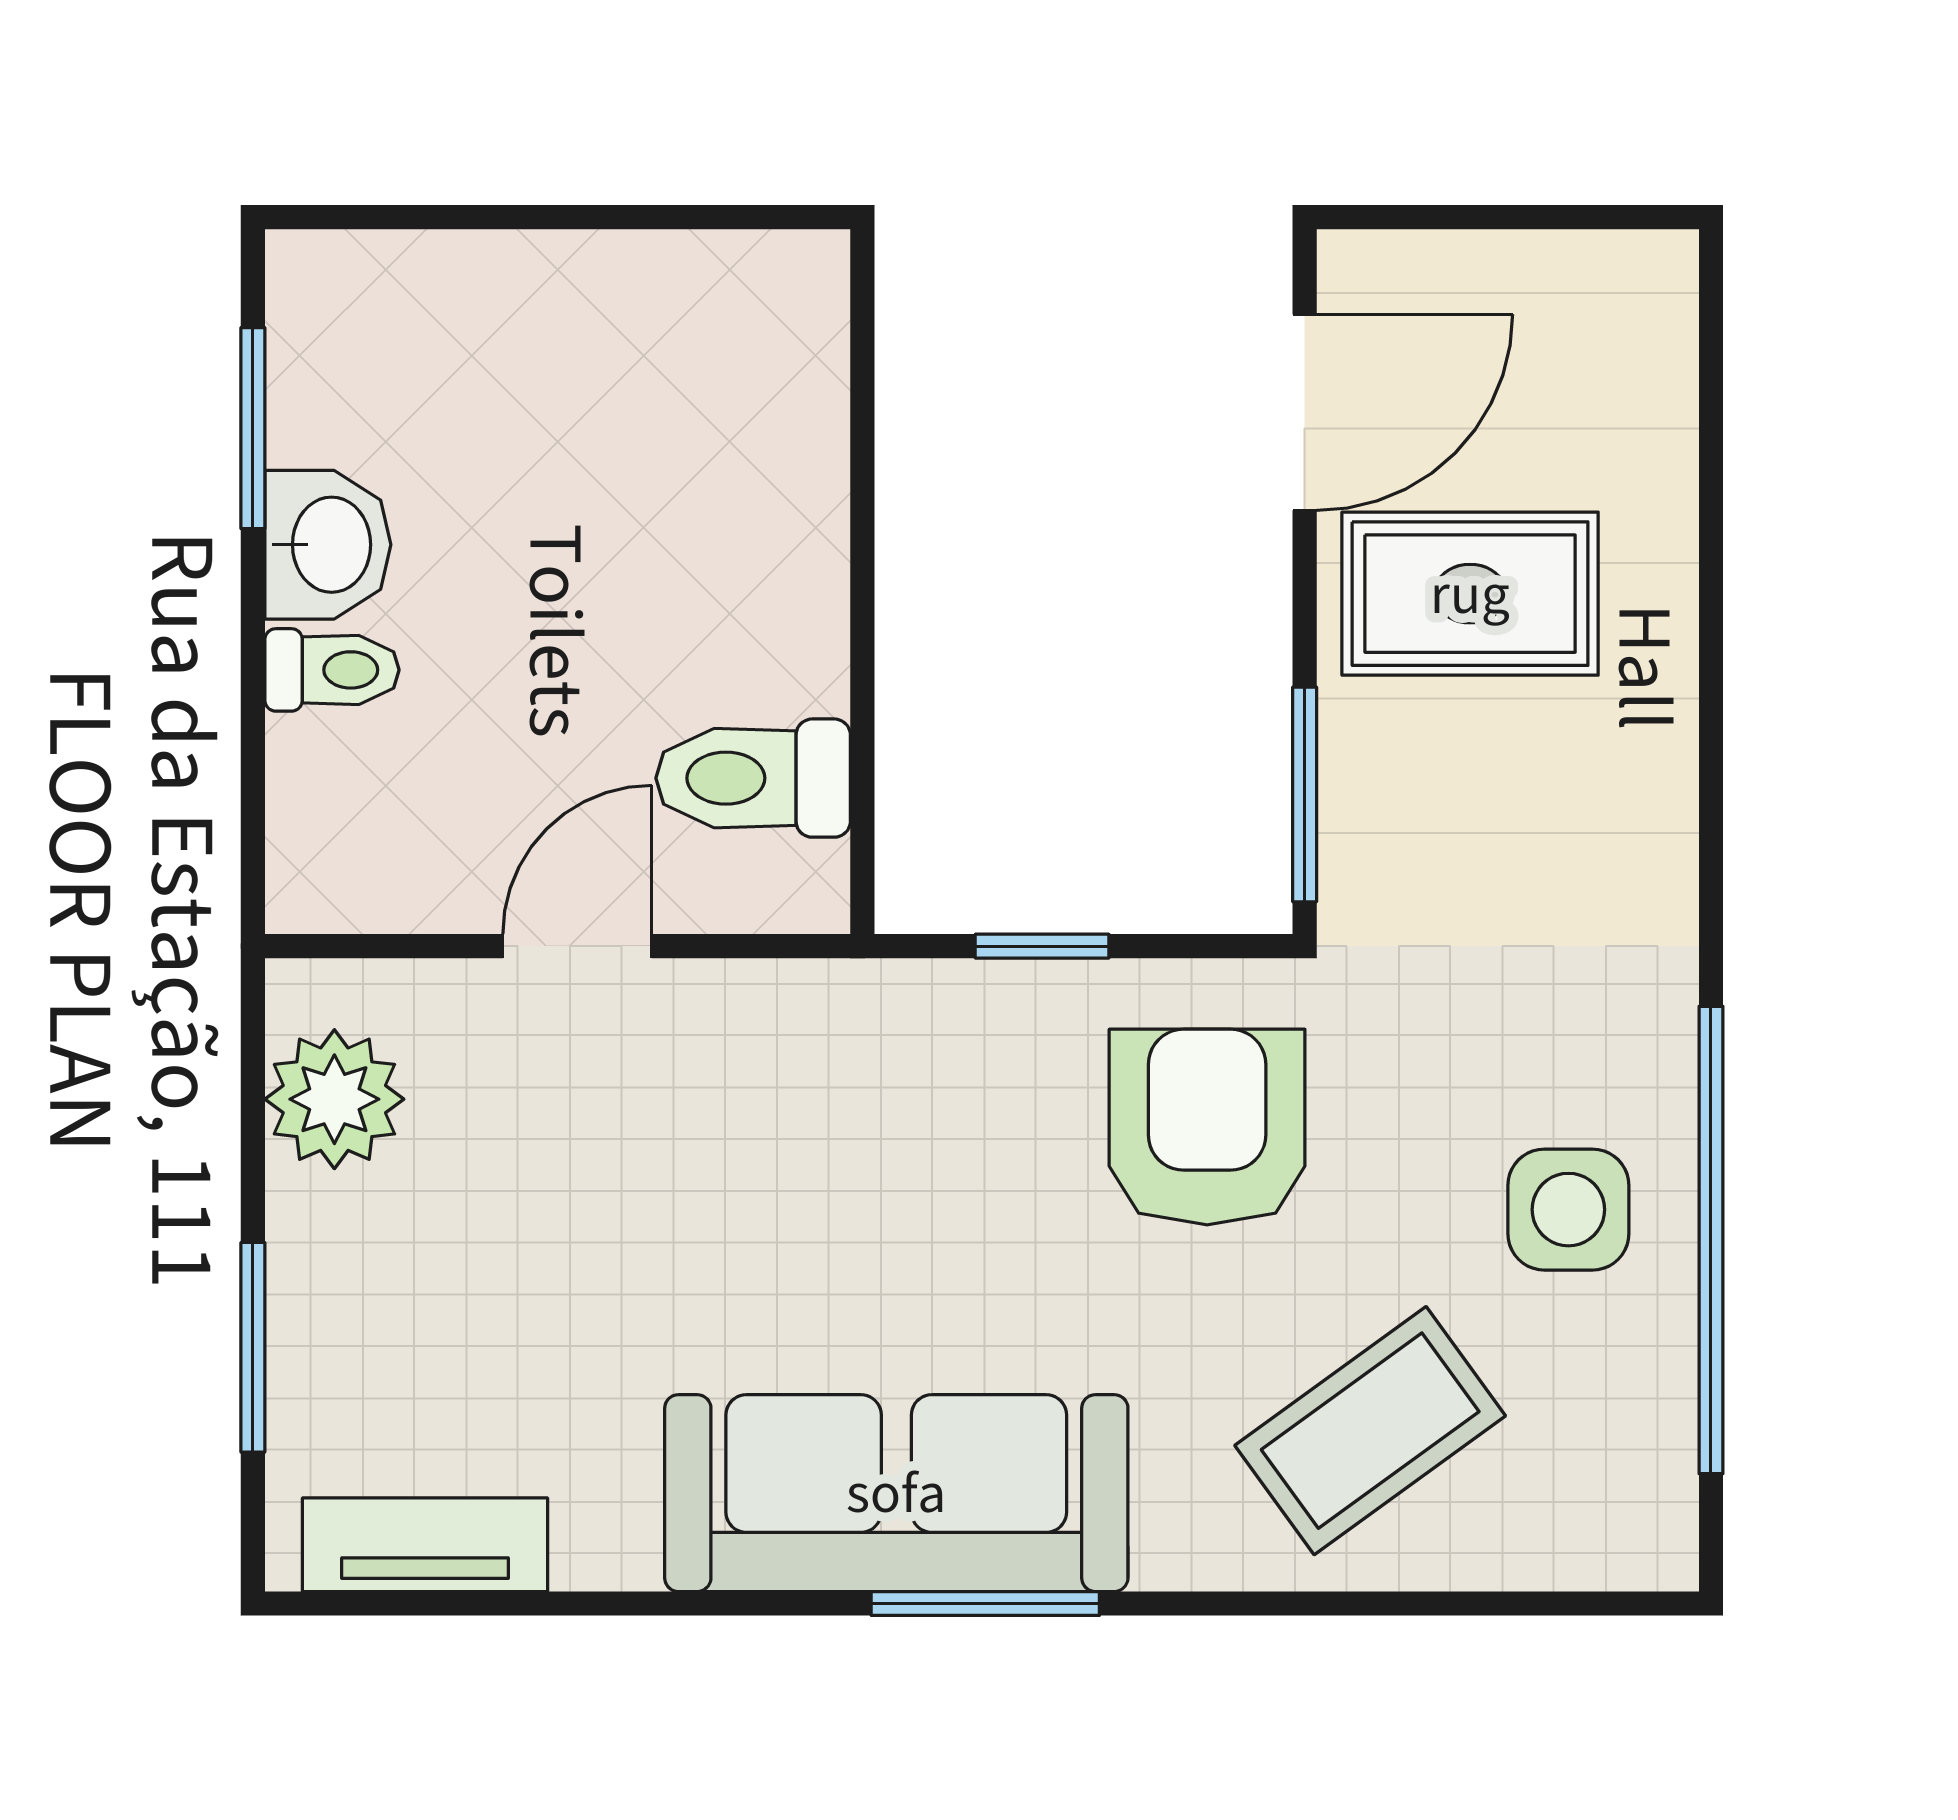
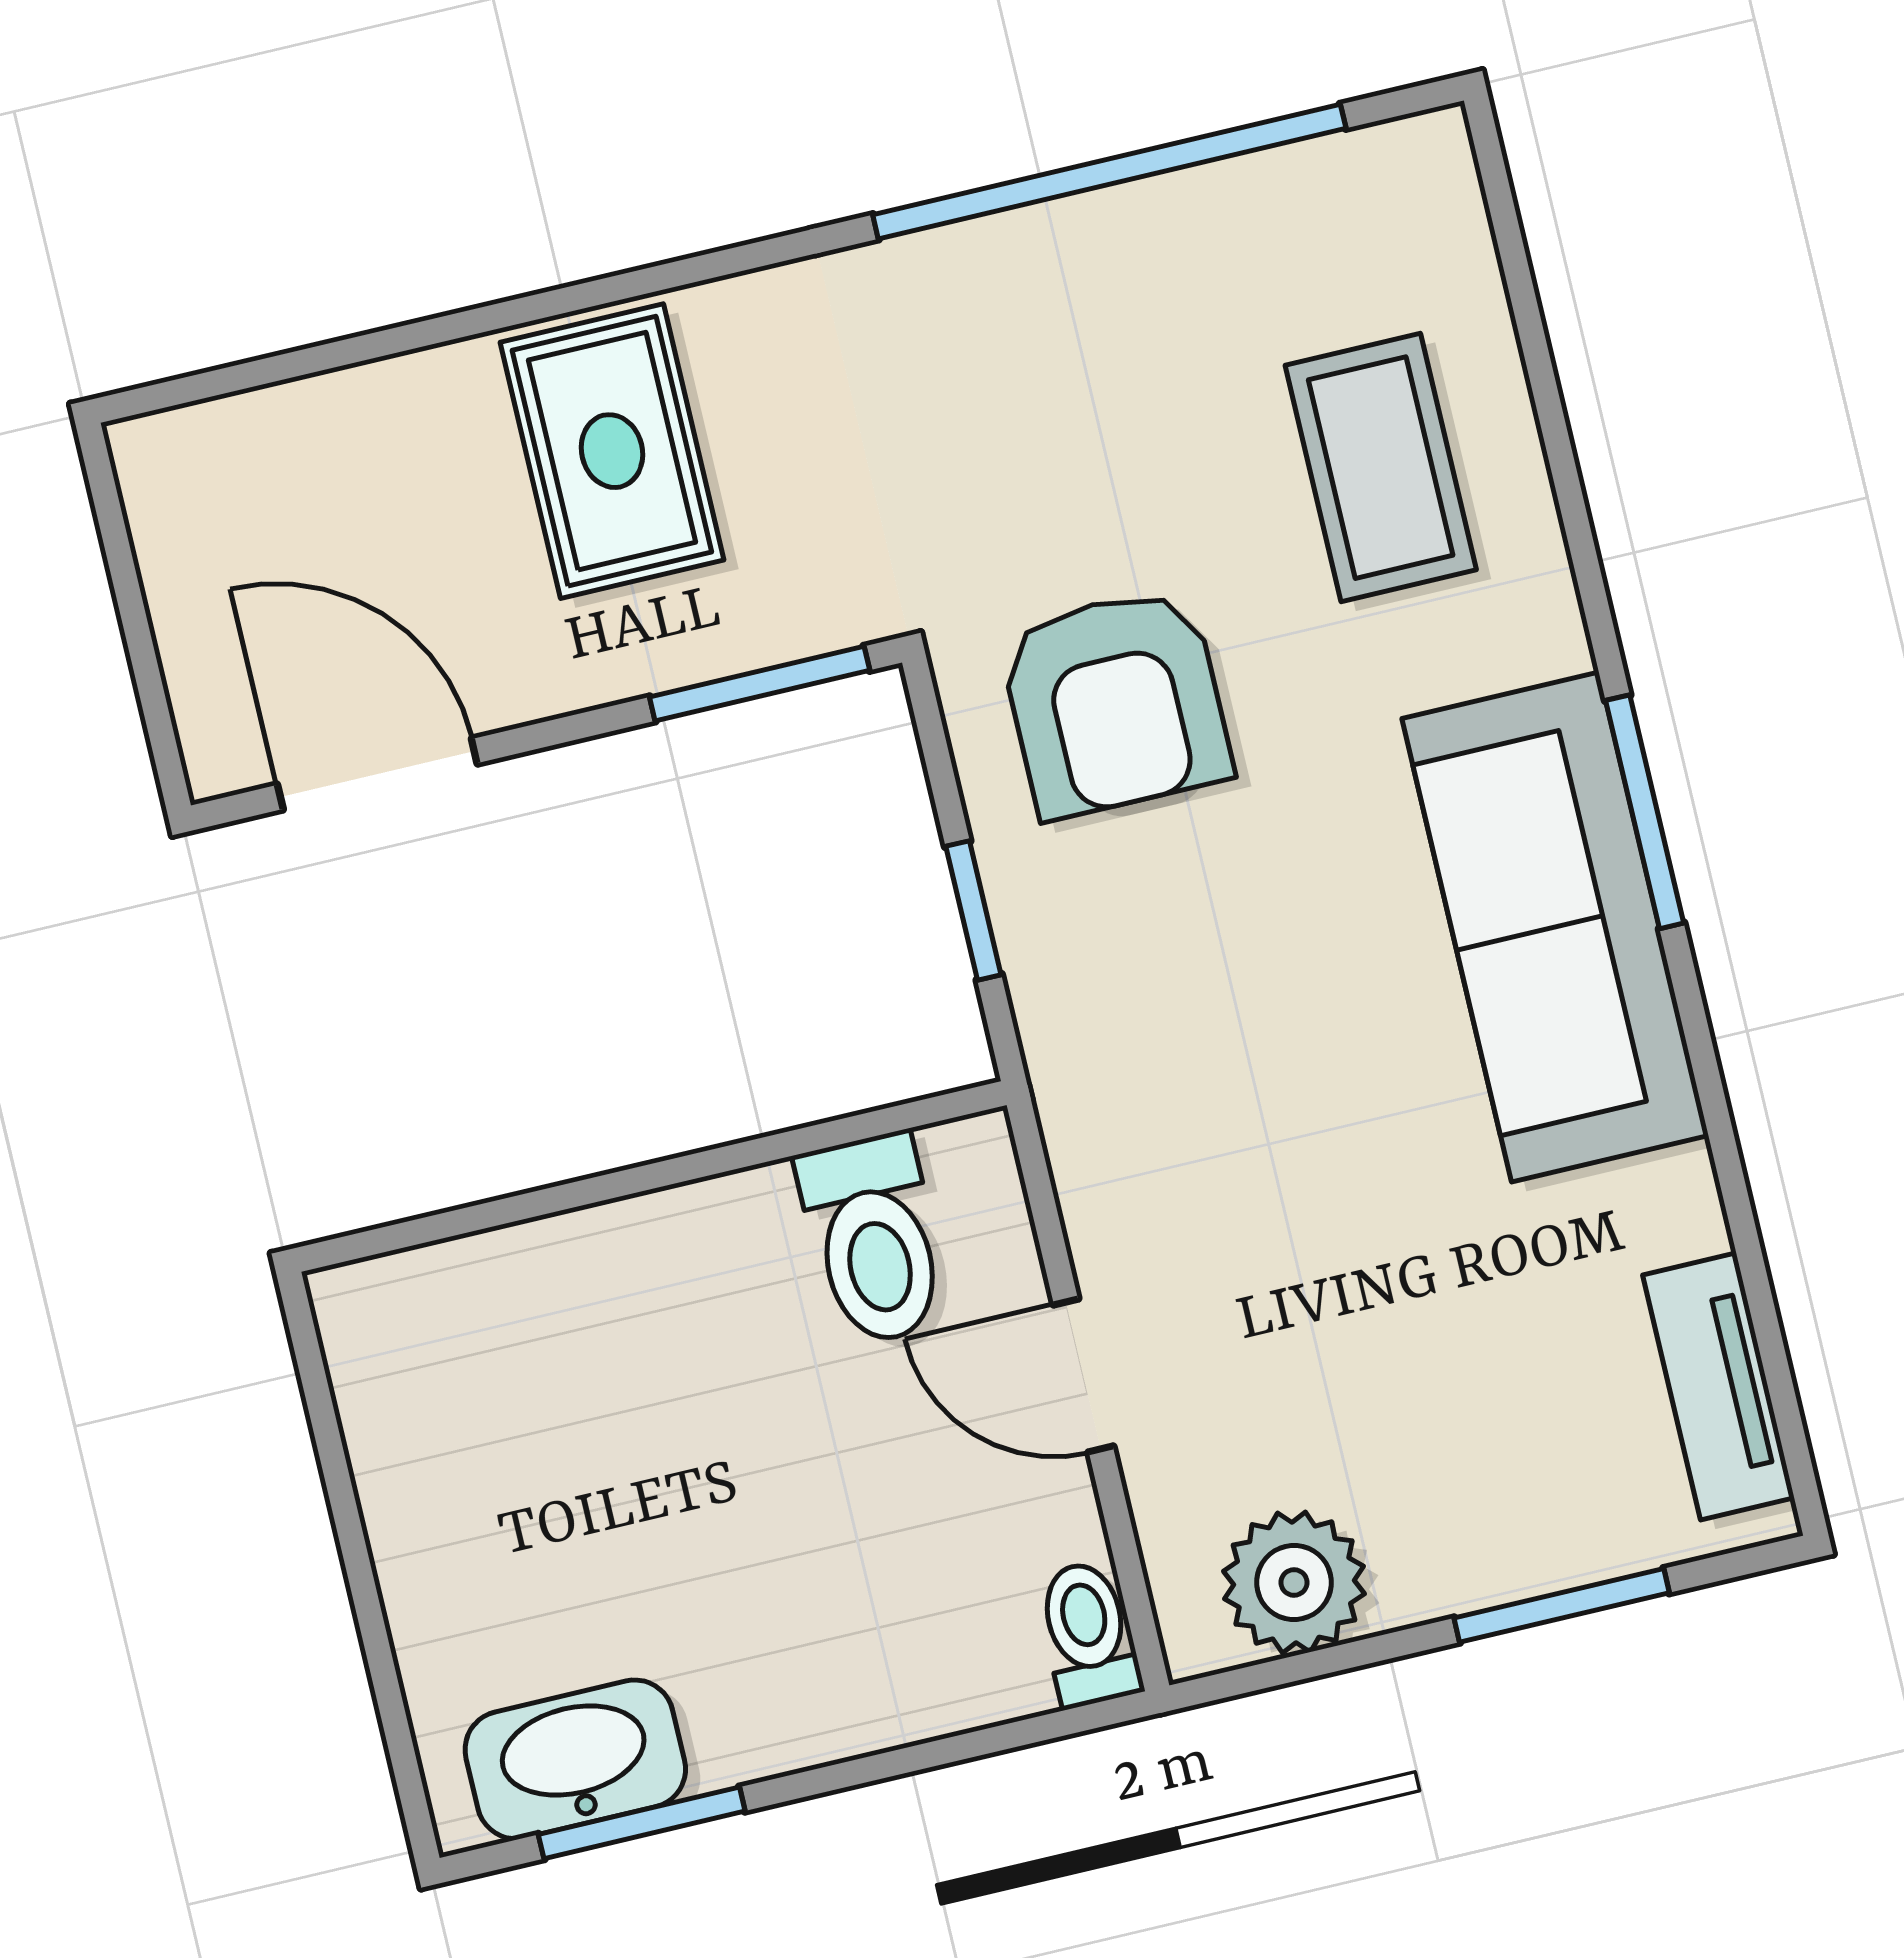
washbasin: (328, 545) -> (575, 1759), moved, width x1.38
rug: (1470, 594) -> (612, 451), moved
toilet: (332, 670) -> (1088, 1634), moved
armchair: (1207, 1127) -> (1115, 703), turned -90
side table: (1568, 1210) -> (1113, 322), removed
coffee table: (1370, 1431) -> (1381, 468), turned 36

